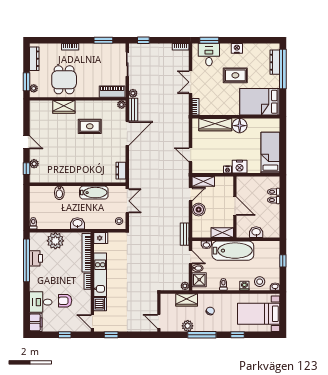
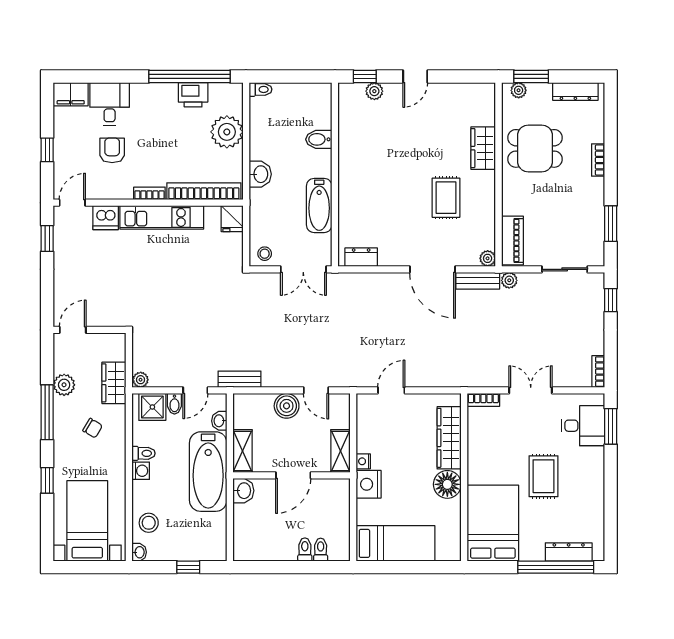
nightstand: (237, 48) -> (595, 479), removed
shelving: (203, 181) -> (340, 451), moved
washbasin: (256, 232) -> (243, 491), moved
washing machine: (244, 286) -> (141, 471), moved

